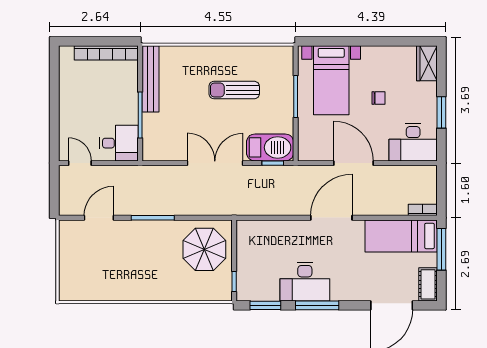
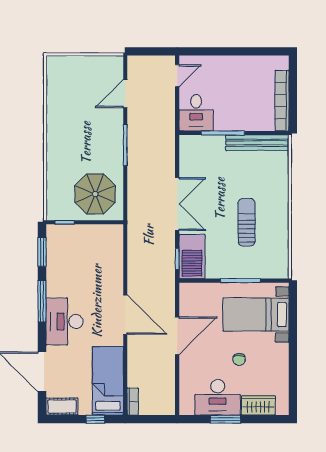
wardrobe: (427, 63) -> (258, 405), moved
desk: (413, 142) -> (218, 397), moved, turned -90
door: (99, 218) -> (125, 94), swing flipped
window: (441, 249) -> (95, 419), width x0.46
desk: (305, 282) -> (64, 321), moved

